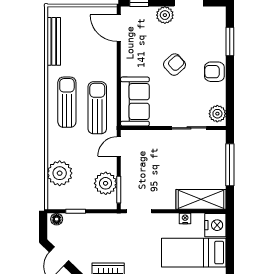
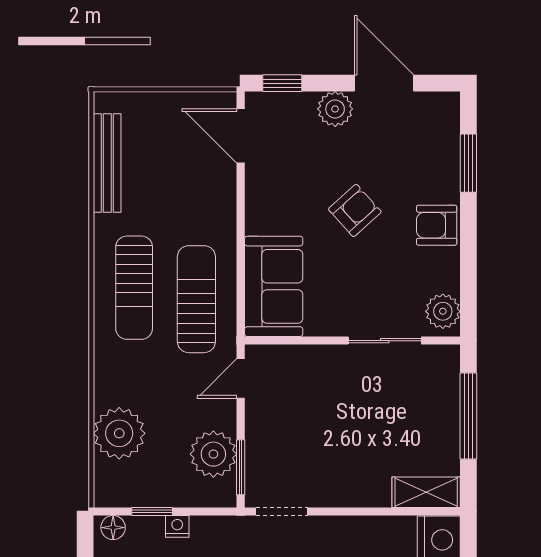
sun lounger: (67, 102) -> (134, 288), turned 180
shelving: (201, 199) -> (426, 492), width x0.67, depth x0.75
nightstand: (185, 219) -> (177, 526), moved

